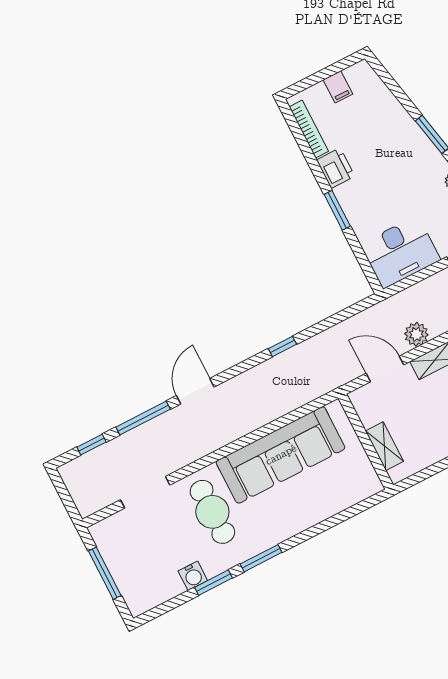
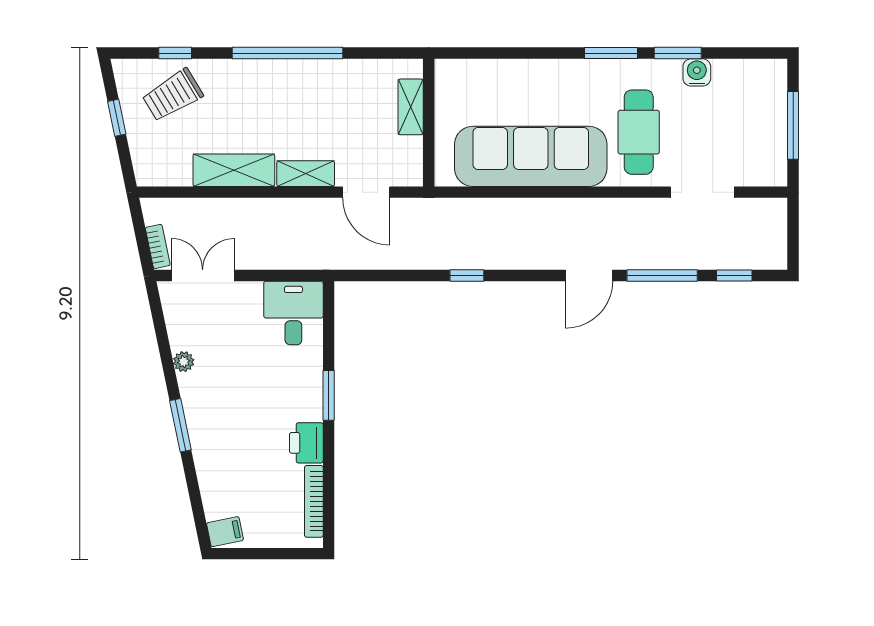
filing cabinet: (338, 87) -> (225, 532), moved, turned 78
desk: (400, 252) -> (293, 313), width x0.73
plant: (416, 334) -> (312, 213), removed

